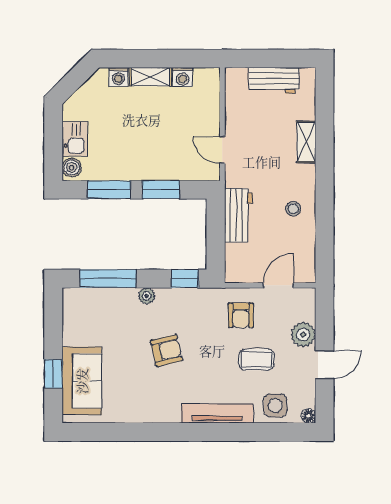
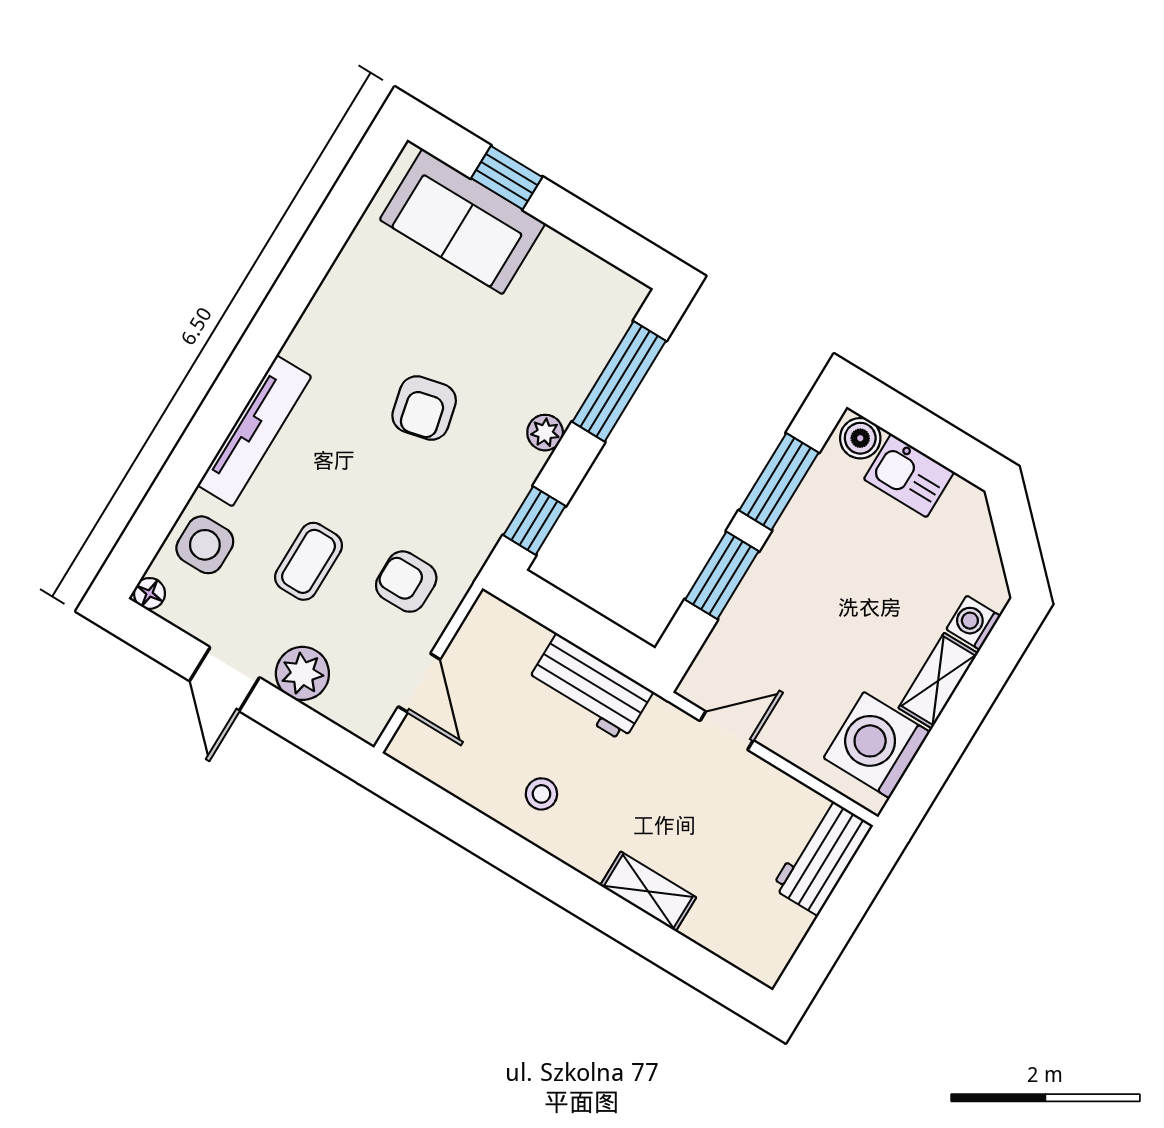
washing machine: (183, 77) -> (877, 745), width x1.89, depth x1.89
workbench: (274, 80) -> (822, 857), moved

